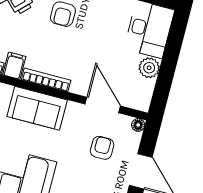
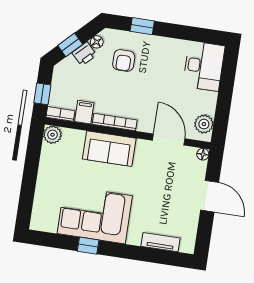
plant: (149, 68) -> (204, 124), moved
armchair: (102, 148) -> (172, 178), removed

